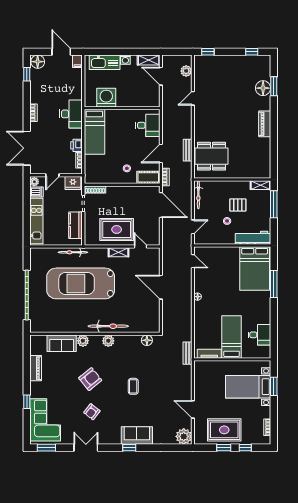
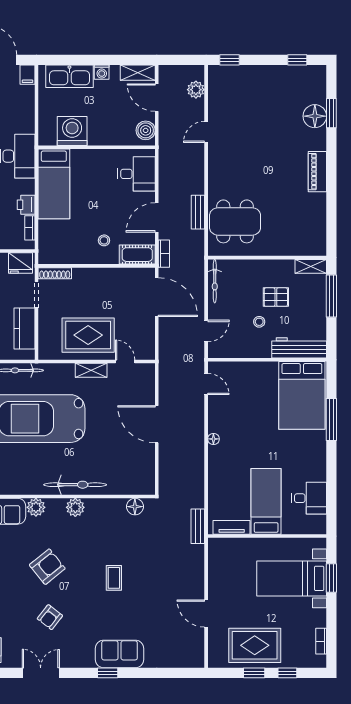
boiler: (154, 97) -> (146, 130), added
plant: (184, 436) -> (192, 656), removed

